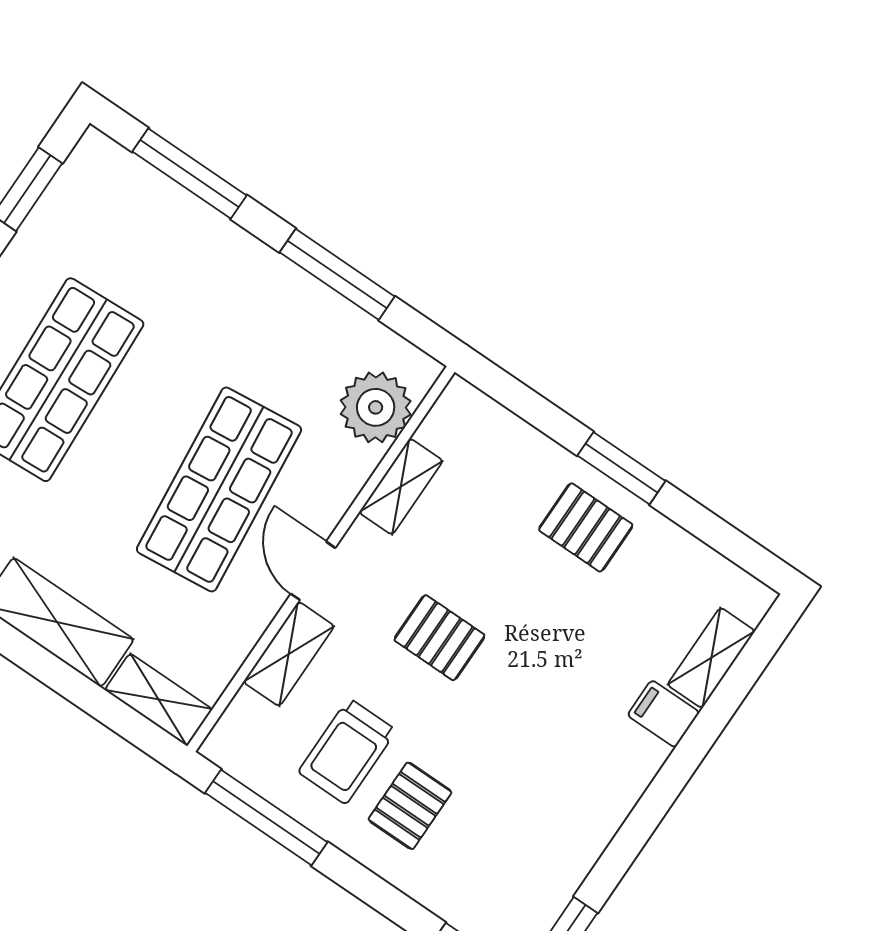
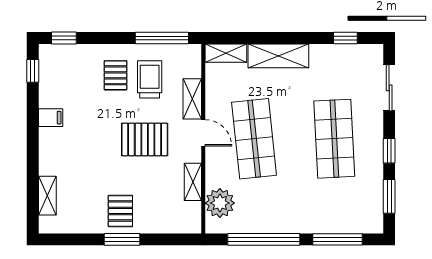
window: (337, 274) -> (264, 239), width x1.46
pallet: (586, 527) -> (120, 211), turned 90
pallet: (439, 638) -> (145, 139), width x1.50, depth x1.42
filing cabinet: (663, 714) -> (51, 118), moved

